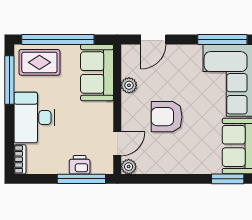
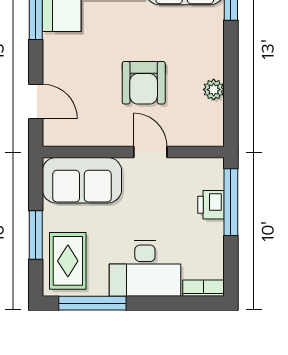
window: (58, 39) -> (36, 235), width x0.47
plant: (129, 85) -> (100, 136), removed
door: (117, 144) -> (150, 152), moved
plant: (129, 167) -> (214, 90), moved

